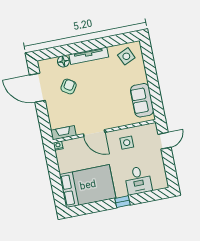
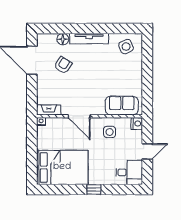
sofa: (142, 100) -> (122, 106), moved, turned 90
nightstand: (152, 129) -> (137, 124), added
door: (164, 141) -> (147, 151), moved
desk: (138, 180) -> (129, 172), moved, turned -90

